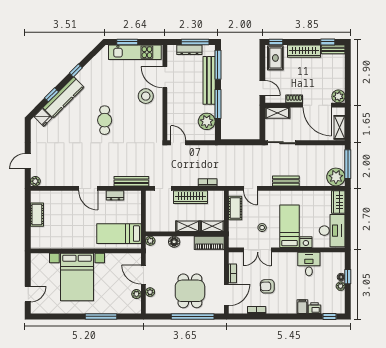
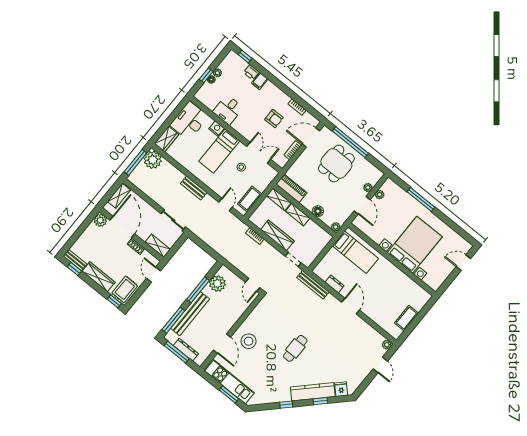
door: (28, 161) -> (380, 365), hinge flipped

